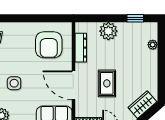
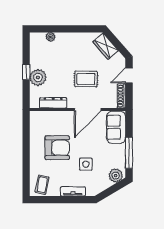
window: (135, 18) -> (26, 72), moved
armchair: (49, 45) -> (57, 148), moved

